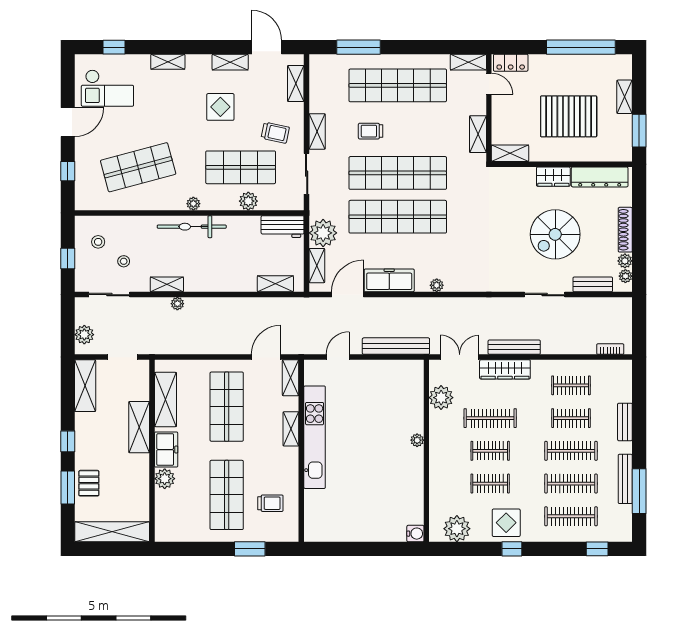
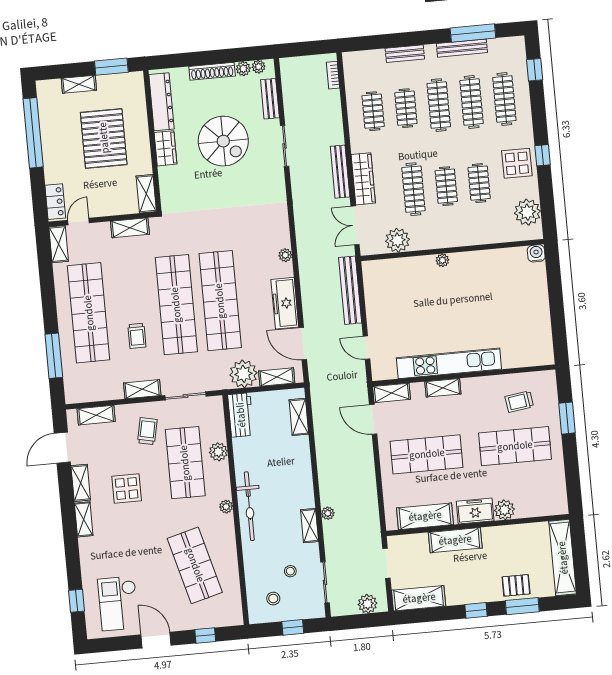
shelving: (168, 62) -> (84, 519), moved
checkout: (107, 88) -> (118, 603), turned 180
trolley: (270, 503) -> (519, 402), turned -98

